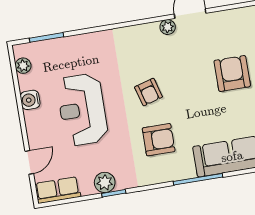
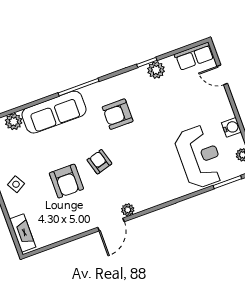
armchair: (149, 92) -> (99, 162), moved
reception desk: (82, 110) -> (199, 157), moved
door: (29, 162) -> (222, 75), hinge flipped

